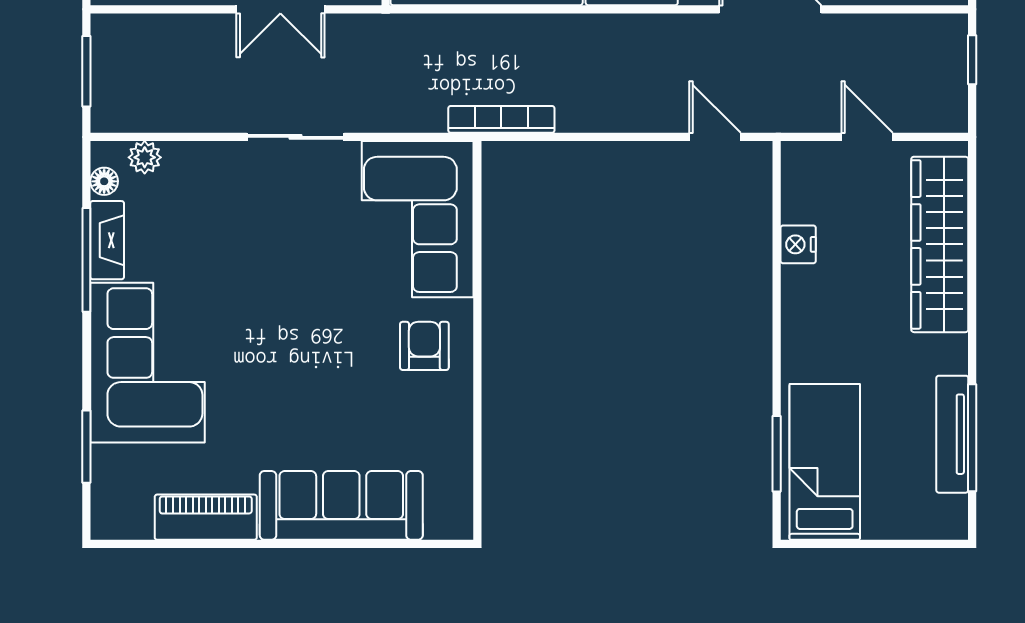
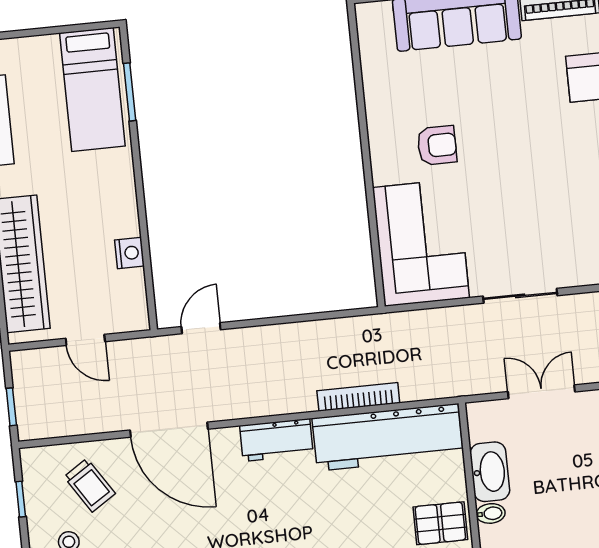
bookcase: (501, 119) -> (358, 397), moved, turned 180
door: (715, 137) -> (201, 328), swing flipped
armchair: (424, 346) -> (437, 145), moved, turned -90

